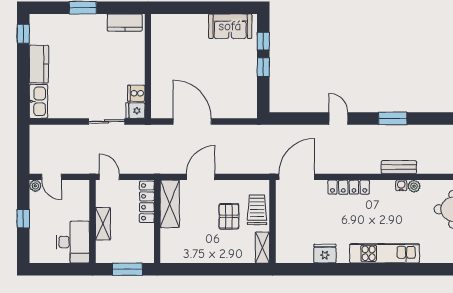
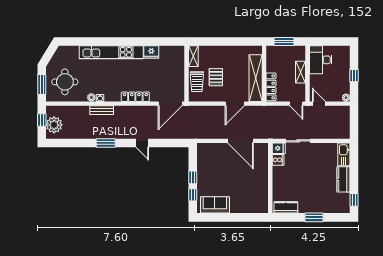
door: (52, 177) -> (319, 104), moved
shelving: (170, 204) -> (256, 78), width x1.47
kitchen unit: (385, 253) -> (111, 52), width x1.36

